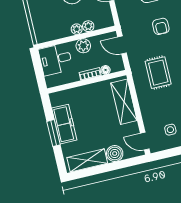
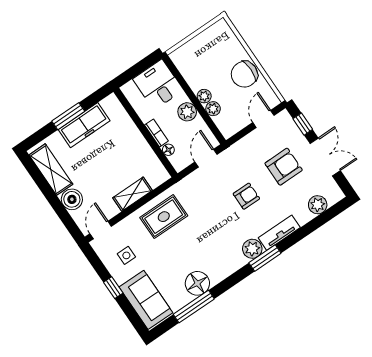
armchair: (161, 26) -> (246, 196), turned 180
rug: (158, 73) -> (164, 217), moved
shelving: (124, 102) -> (132, 194), width x0.67, depth x0.75

